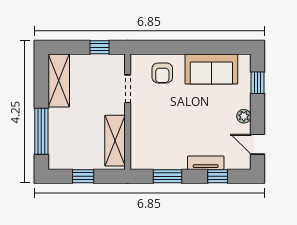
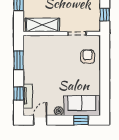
sofa: (211, 69) -> (82, 106), moved, turned 90
armchair: (162, 73) -> (88, 57), turned 90
tv unit: (206, 163) -> (28, 96), moved

